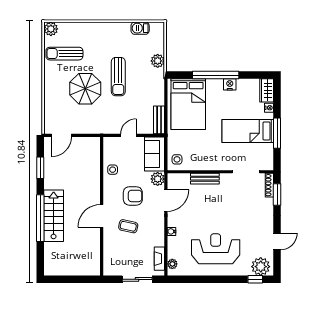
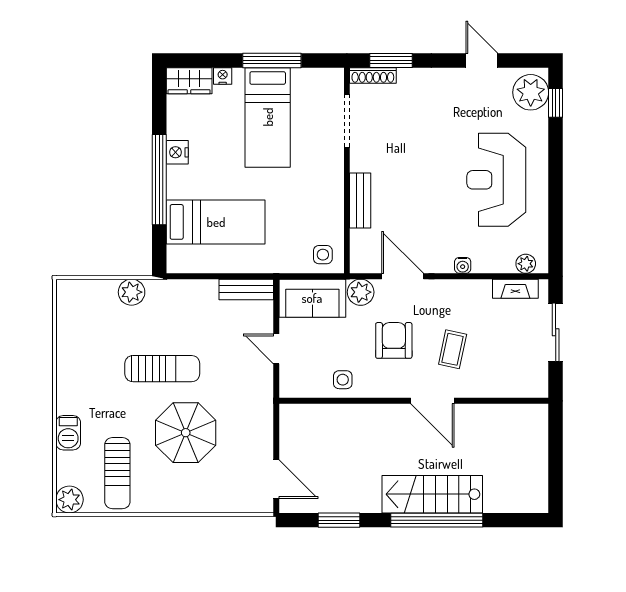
barbecue: (140, 28) -> (68, 433), moved
bed: (188, 104) -> (216, 222), width x0.67

